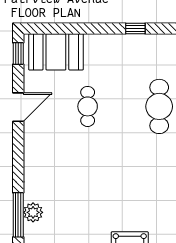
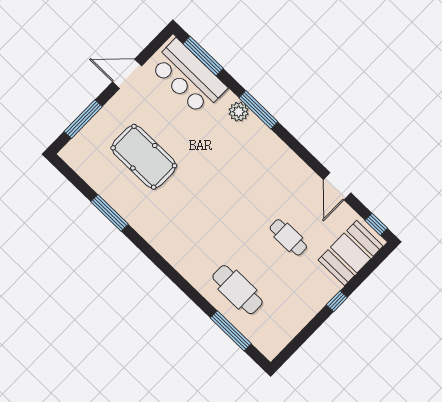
window: (135, 29) -> (337, 301), moved
plant: (33, 212) -> (239, 112), moved

